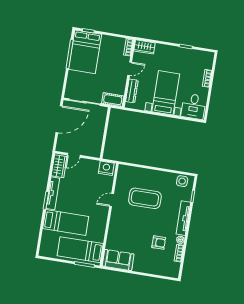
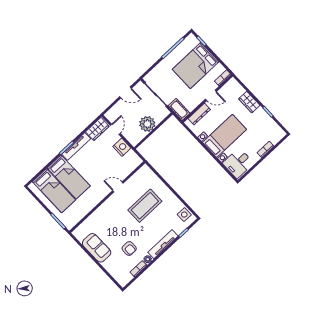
wardrobe: (144, 47) -> (249, 102), moved
bed: (85, 52) -> (196, 66), moved
door: (59, 119) -> (126, 92), width x0.53
plant: (96, 131) -> (147, 124), added
door: (74, 155) -> (115, 129), swing flipped
nightstand: (106, 168) -> (122, 147), moved
coffee table: (145, 198) -> (145, 206), turned 90
bed: (80, 250) -> (54, 191), moved, turned 180
sofa: (118, 260) -> (97, 248), moved

